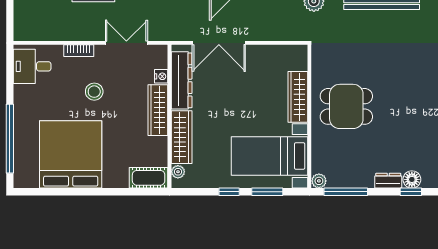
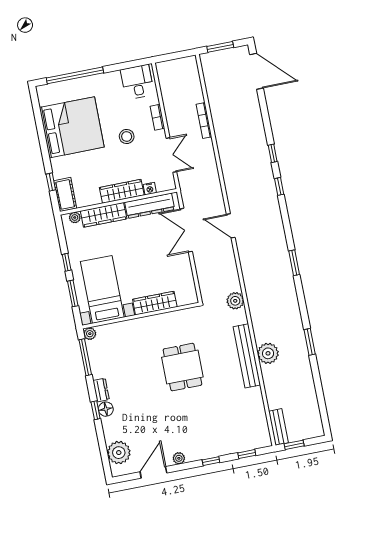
dining table: (346, 106) -> (182, 367), moved
window: (130, 192) -> (51, 182), added

